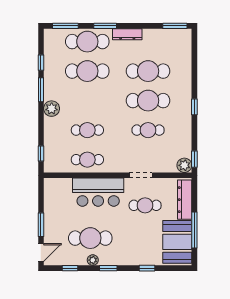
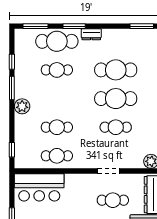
dresser: (127, 34) -> (91, 34), width x0.70
cafe table: (87, 71) -> (57, 70), width x0.73, depth x0.74
bar counter: (98, 192) -> (39, 187), moved

